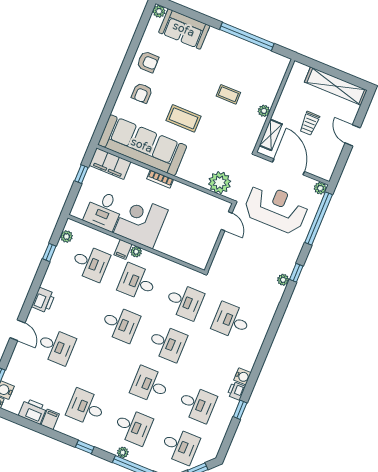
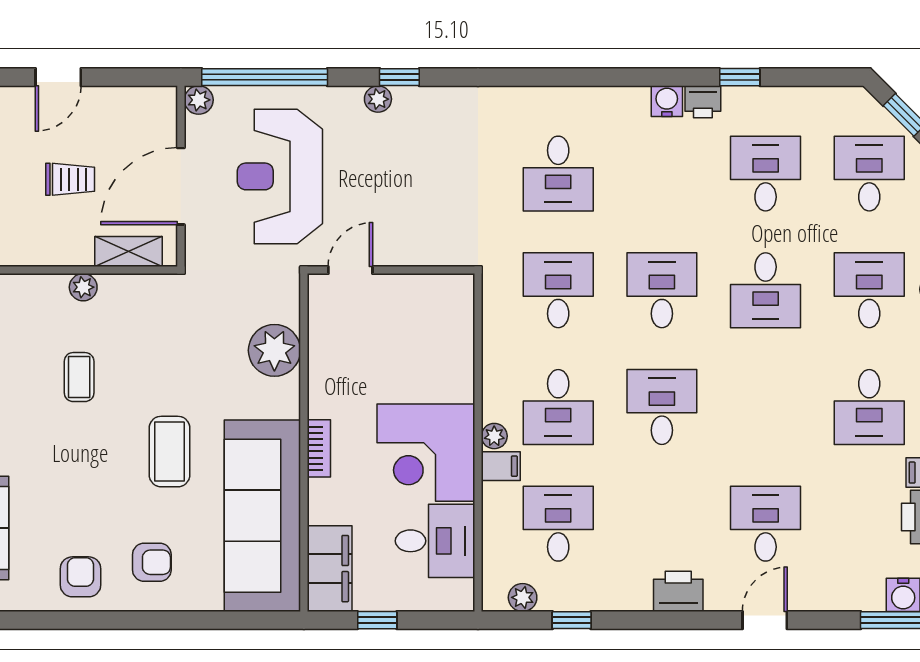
plant: (220, 183) -> (274, 350), moved
plant: (283, 280) -> (378, 99), moved

